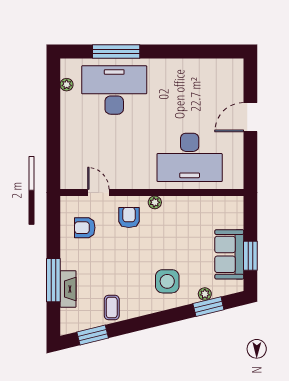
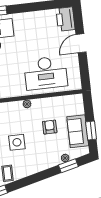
printer: (231, 76) -> (65, 19), added
armchair: (129, 218) -> (50, 127), moved
side table: (167, 281) -> (17, 142), moved

